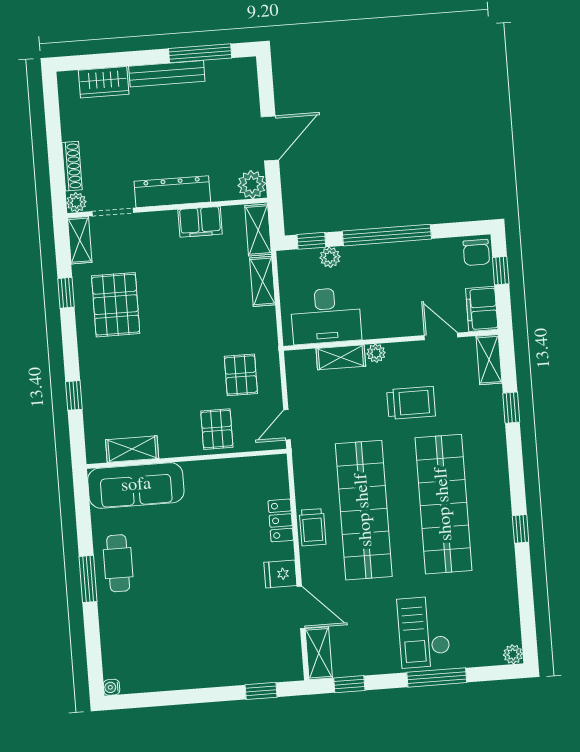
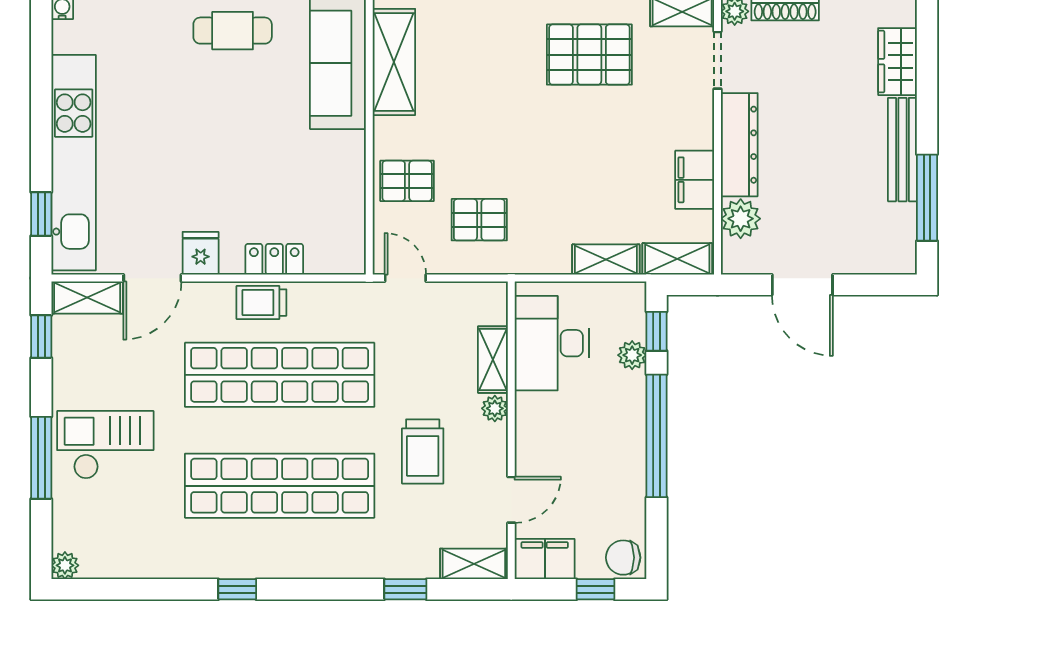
plant: (252, 185) -> (741, 219), moved
shelving: (132, 449) -> (394, 62), width x1.50, depth x1.33
kitchen unit: (222, 670) -> (74, 163), added

